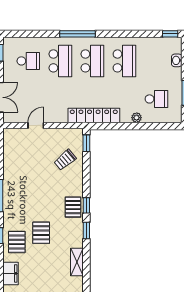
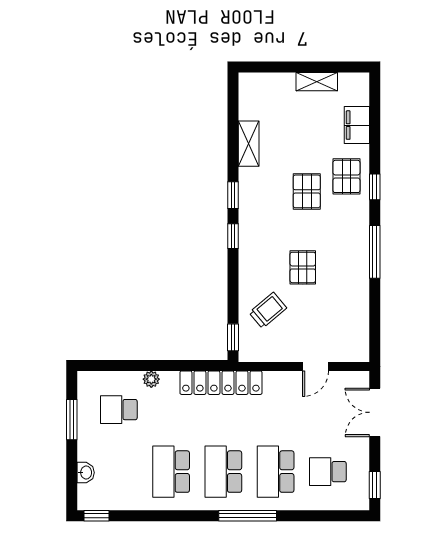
pallet: (73, 207) -> (303, 267), moved

